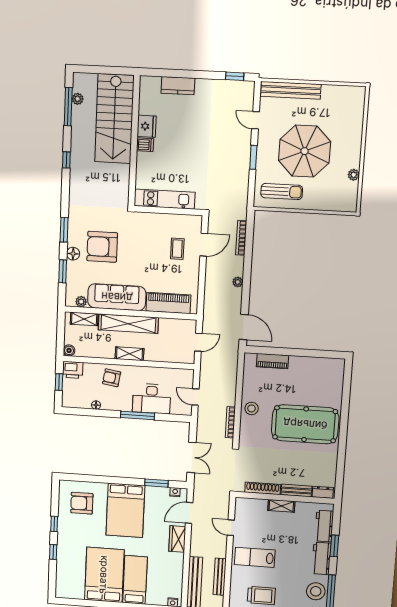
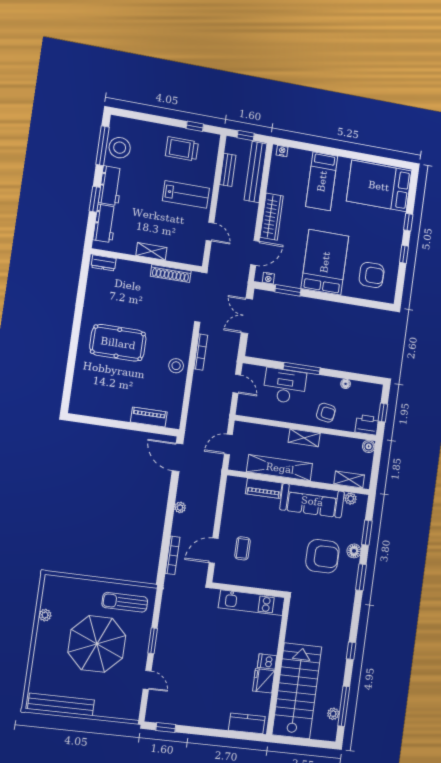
kitchen counter: (178, 86) -> (247, 723), moved
bench: (291, 90) -> (61, 704), moved
piano: (168, 303) -> (264, 488), width x0.73, depth x0.75
shelving: (128, 324) -> (280, 468), moved
pool table: (305, 424) -> (118, 343), width x0.73, depth x0.76
bench: (296, 491) -> (133, 268), removed
wardrobe: (177, 539) -> (272, 217), width x1.50
bed: (104, 575) -> (379, 186), moved, turned 90
bench: (220, 577) -> (228, 170), width x0.73

